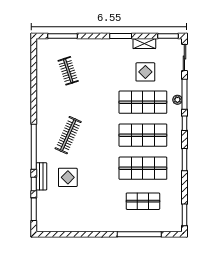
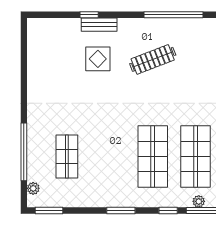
clothes rail: (68, 135) -> (153, 59), turned -45
window: (34, 147) -> (174, 15), moved
shop shelf: (143, 168) -> (110, 157), removed
window: (34, 209) -> (56, 15), removed
plant: (167, 227) -> (33, 188), added

